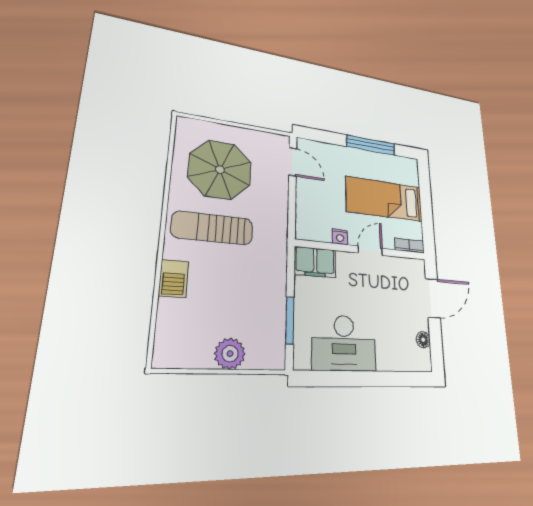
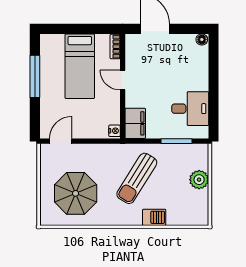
sun lounger: (213, 228) -> (137, 178), moved, turned 32
nightstand: (340, 237) -> (115, 131), moved
floor lamp: (423, 340) -> (202, 39), moved
desk: (344, 343) -> (190, 109), width x0.73

